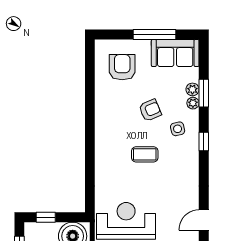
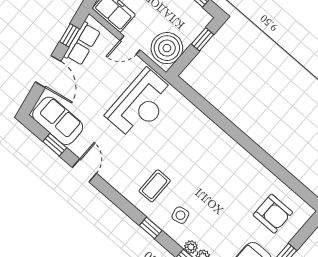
armchair: (150, 110) -> (216, 206), removed
coffee table: (145, 154) -> (155, 186), moved

